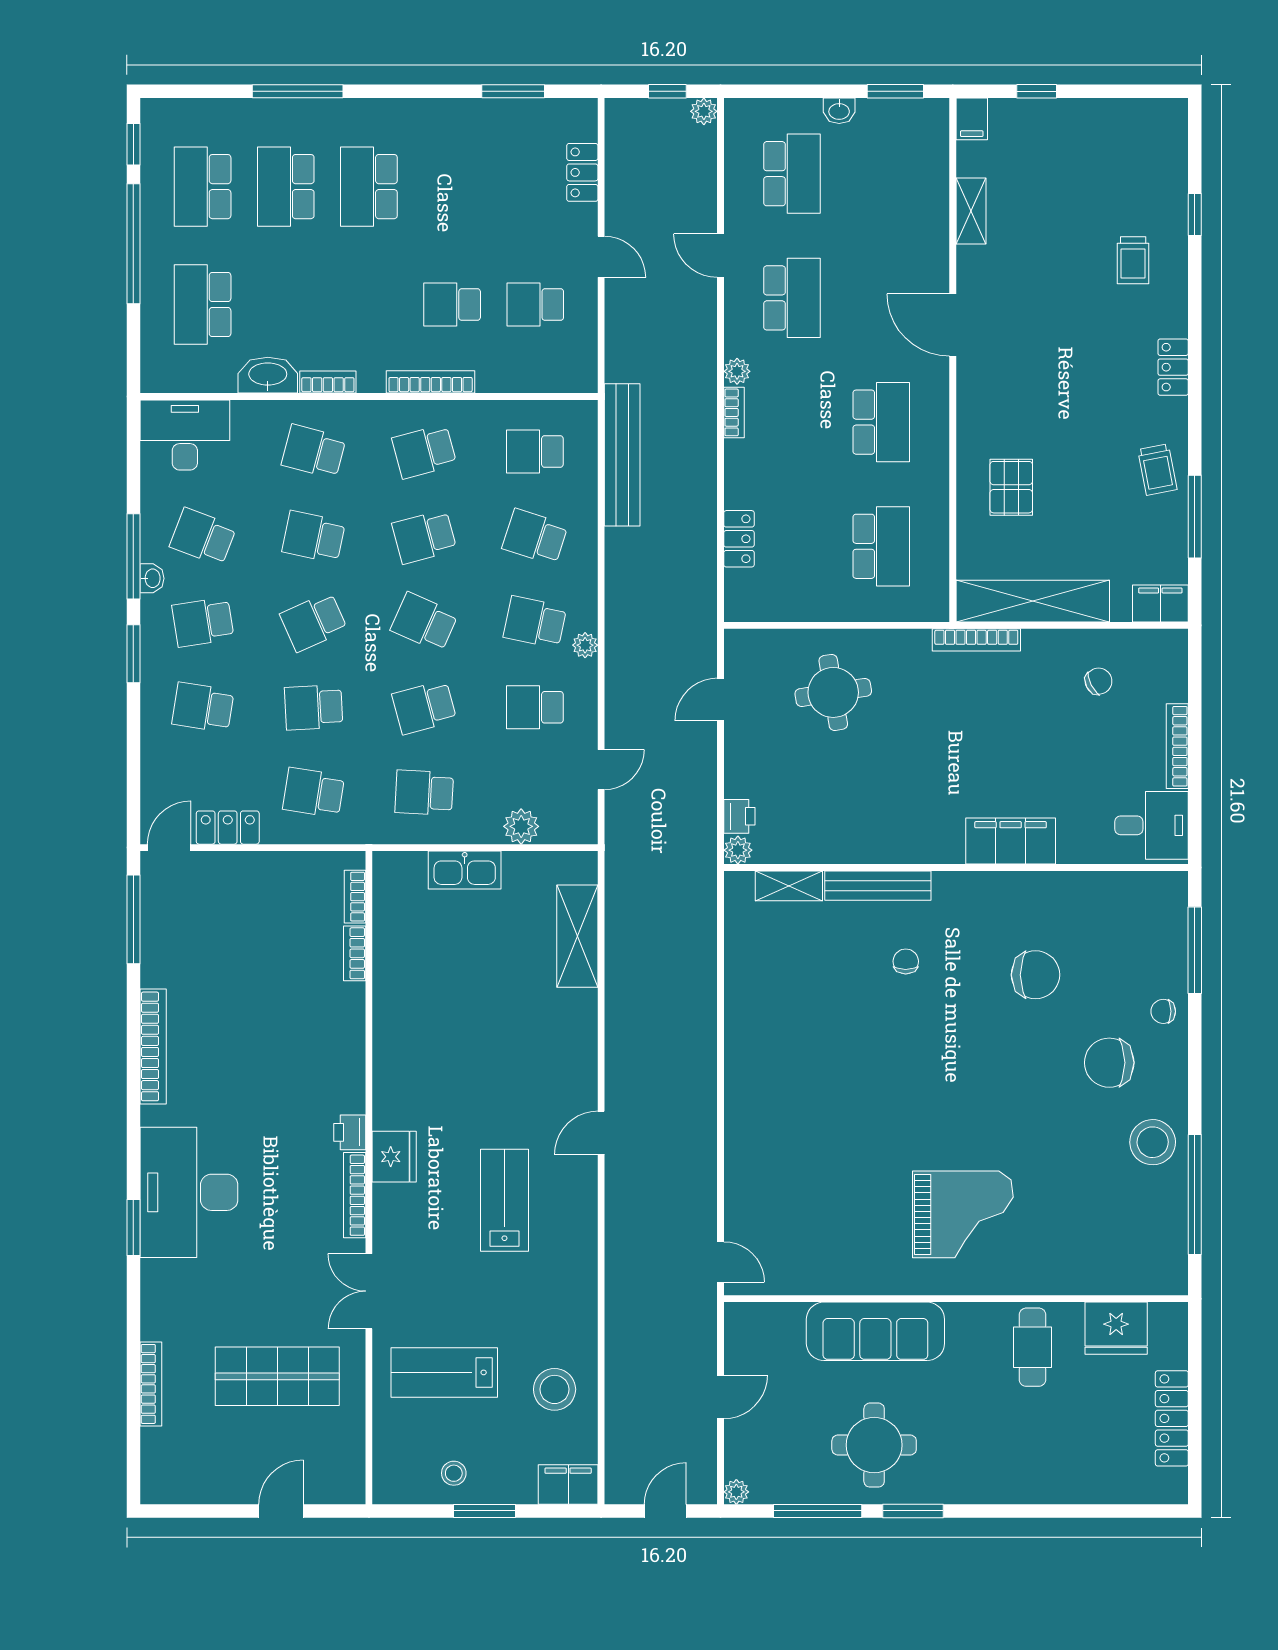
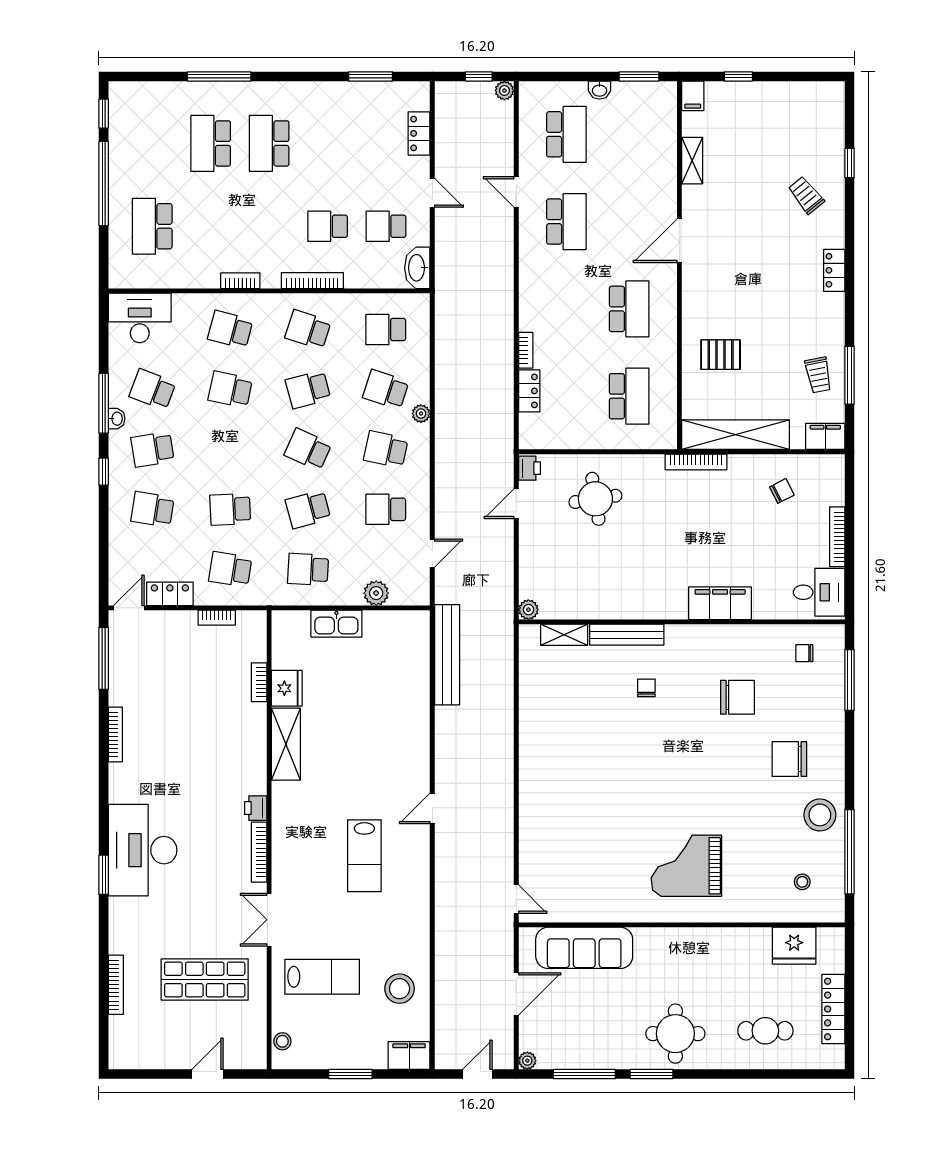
school desk: (203, 187) -> (152, 143), removed
trolley: (1133, 260) -> (806, 195), turned 141
door: (953, 325) -> (679, 241), hinge flipped
plant: (737, 371) -> (528, 273), removed
washbasin: (268, 375) -> (417, 268), moved, turned -90
bookcase: (734, 412) -> (526, 350), moved
school desk: (424, 451) -> (308, 330), turned 33
bench: (622, 455) -> (447, 655), moved
trolley: (1157, 470) -> (818, 375), moved
pallet: (1011, 487) -> (721, 355), turned 90
school desk: (314, 622) -> (230, 449), removed
plant: (585, 645) -> (421, 414), moved
window: (133, 654) -> (104, 472), width x0.67
printer: (739, 816) -> (529, 468), moved
bookcase: (355, 897) -> (217, 618), moved, turned -90
shelving: (577, 936) -> (286, 744), moved
chair: (1163, 1011) -> (804, 653), moved
bookcase: (153, 1046) -> (115, 734), width x0.68, depth x0.76
fridge: (394, 1157) -> (287, 688), moved
lab bench: (504, 1200) -> (364, 856), turned 180
grand piano: (963, 1214) -> (686, 866), turned 180
stool: (1128, 1237) -> (802, 882), added
sofa: (875, 1331) -> (584, 948), moved
cafe table: (1032, 1347) -> (765, 1031), moved, turned 90
lab bench: (444, 1372) -> (322, 977), turned 180
door: (721, 1397) -> (516, 994), width x1.38
round table: (874, 1445) -> (675, 1034), moved
stool: (454, 1473) -> (282, 1041), moved

